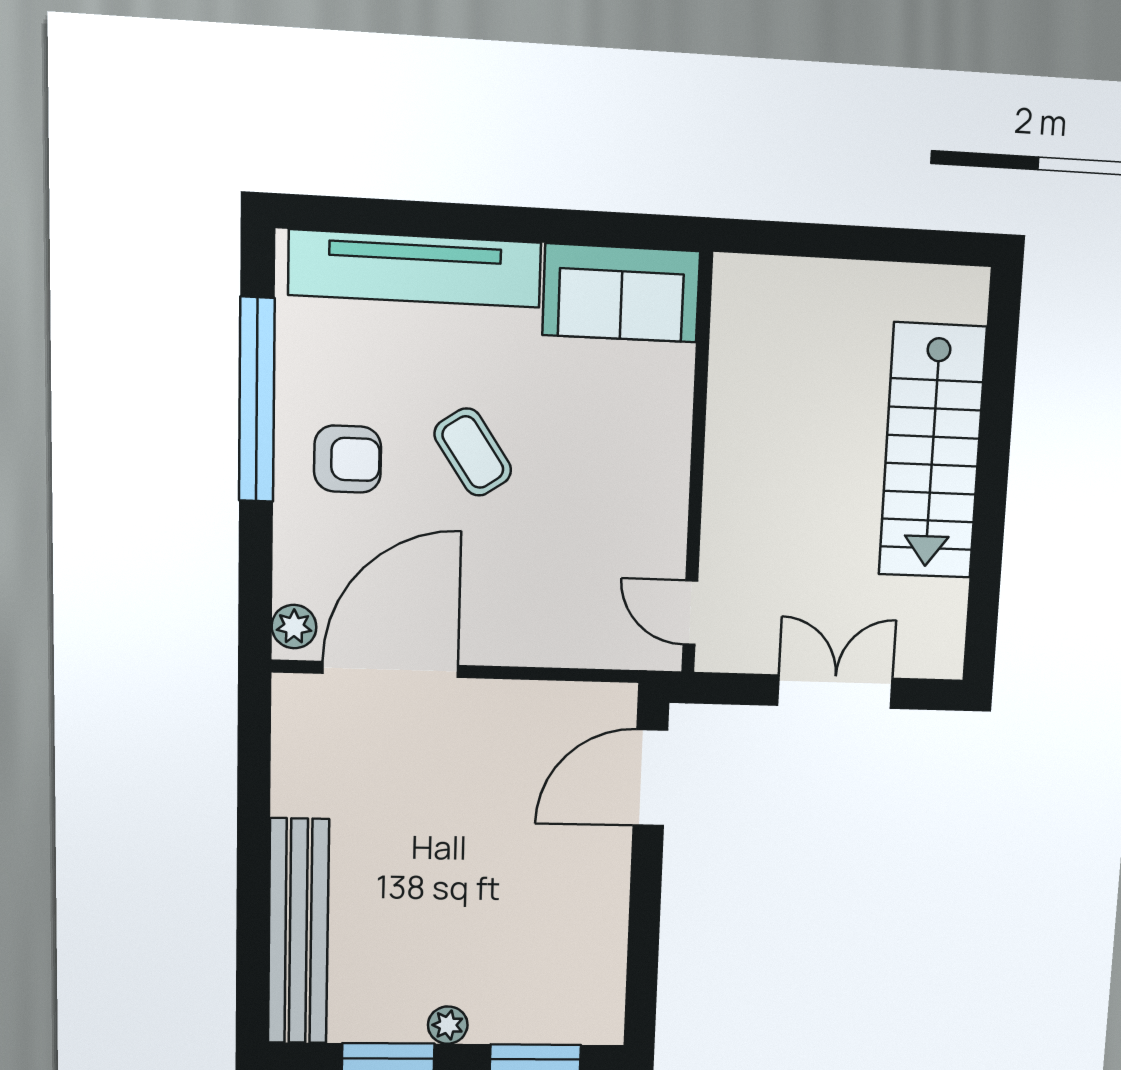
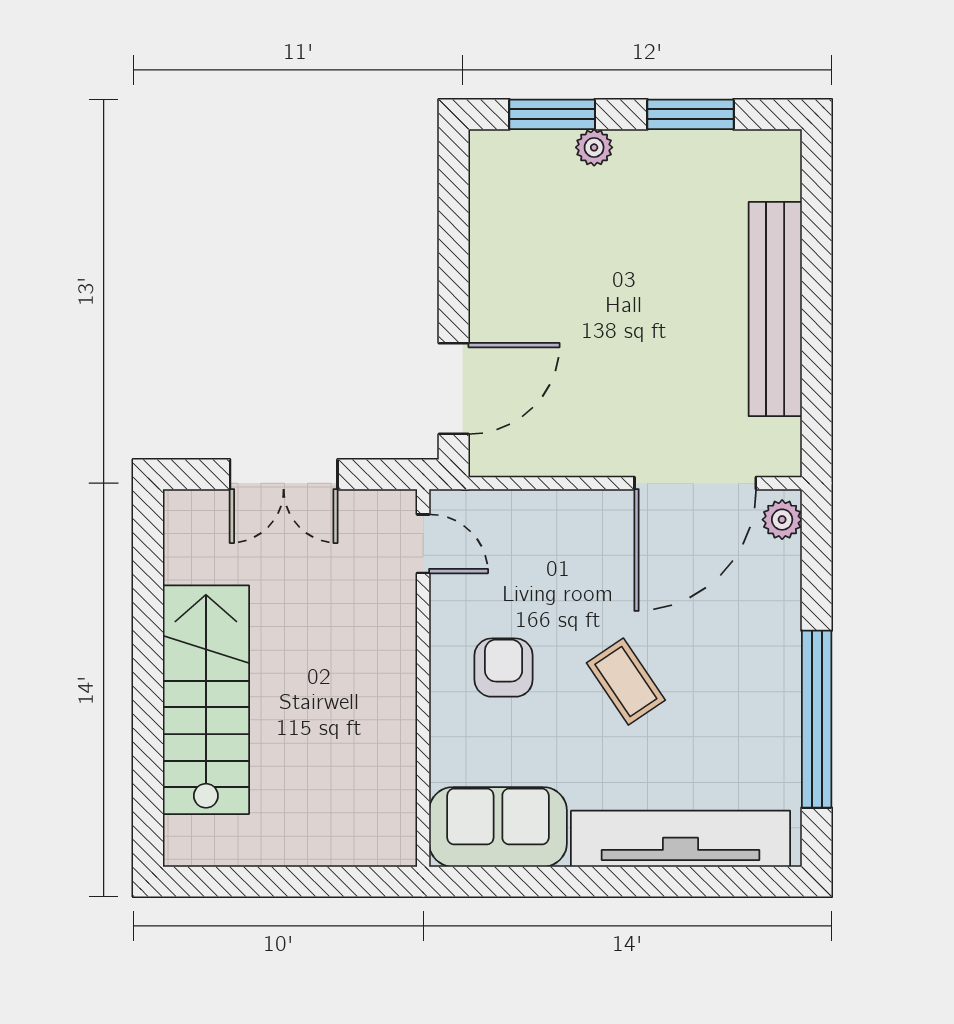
armchair: (348, 459) -> (504, 668), moved, turned 90
bench: (298, 932) -> (775, 309), moved
plant: (448, 1025) -> (594, 147), moved

